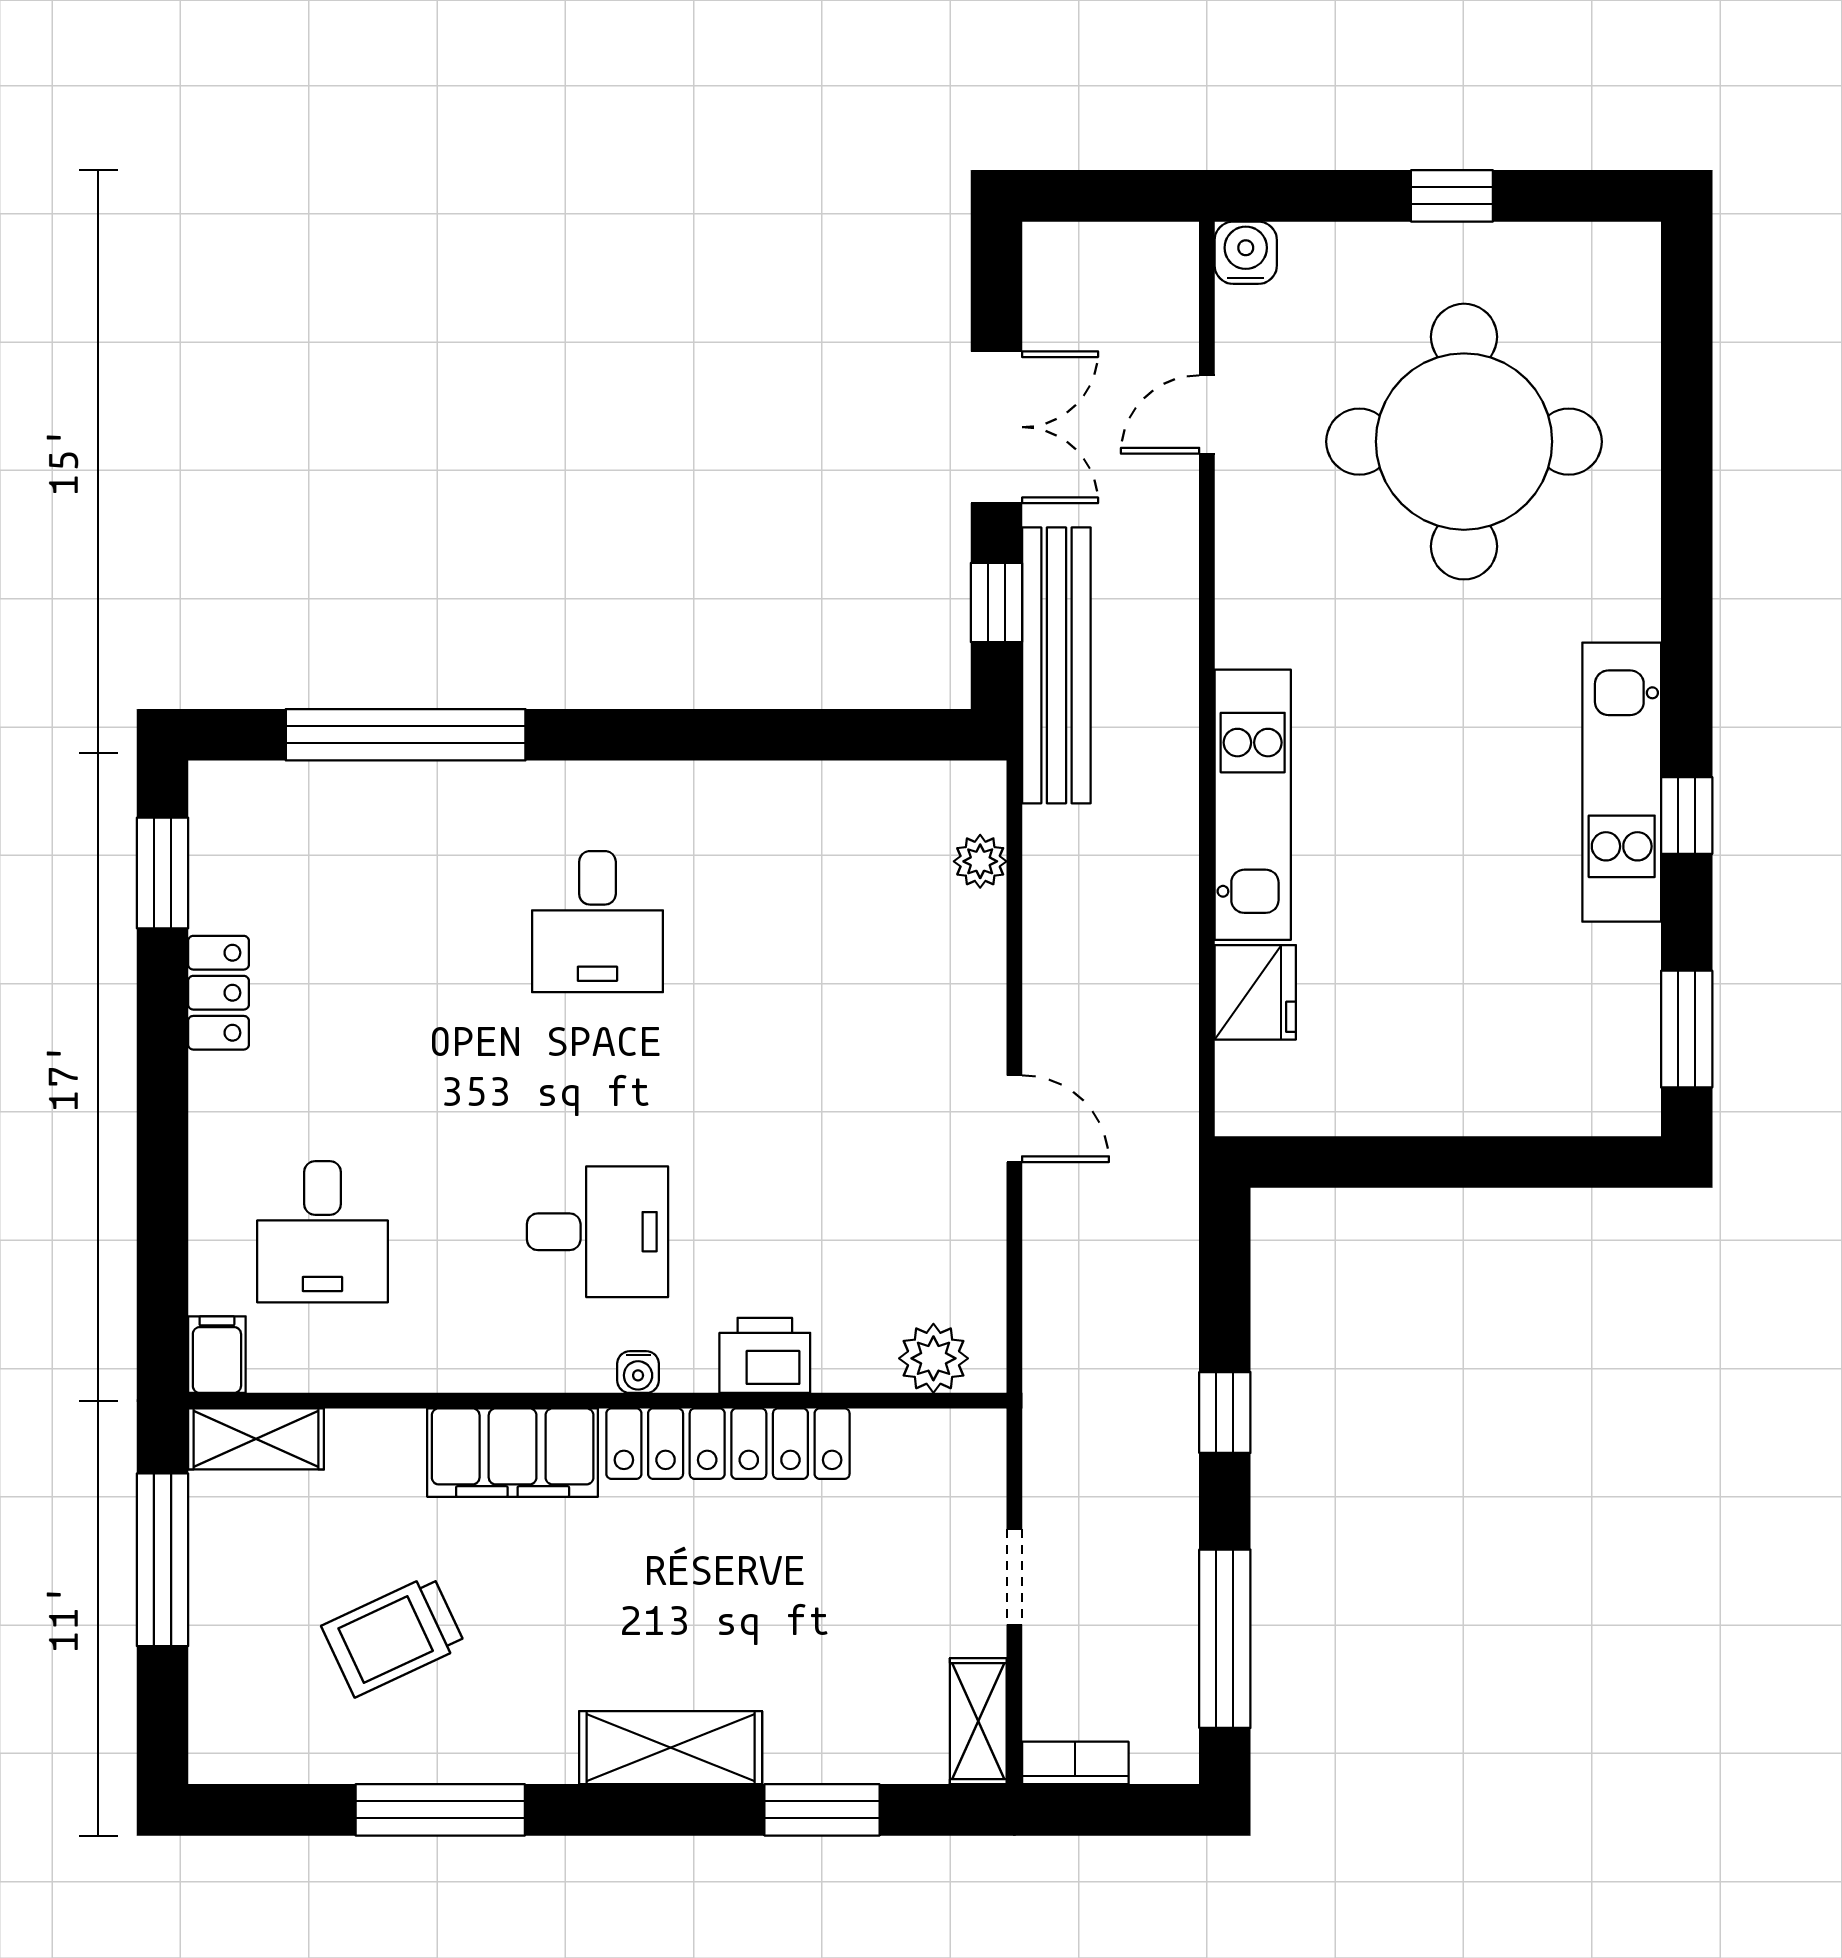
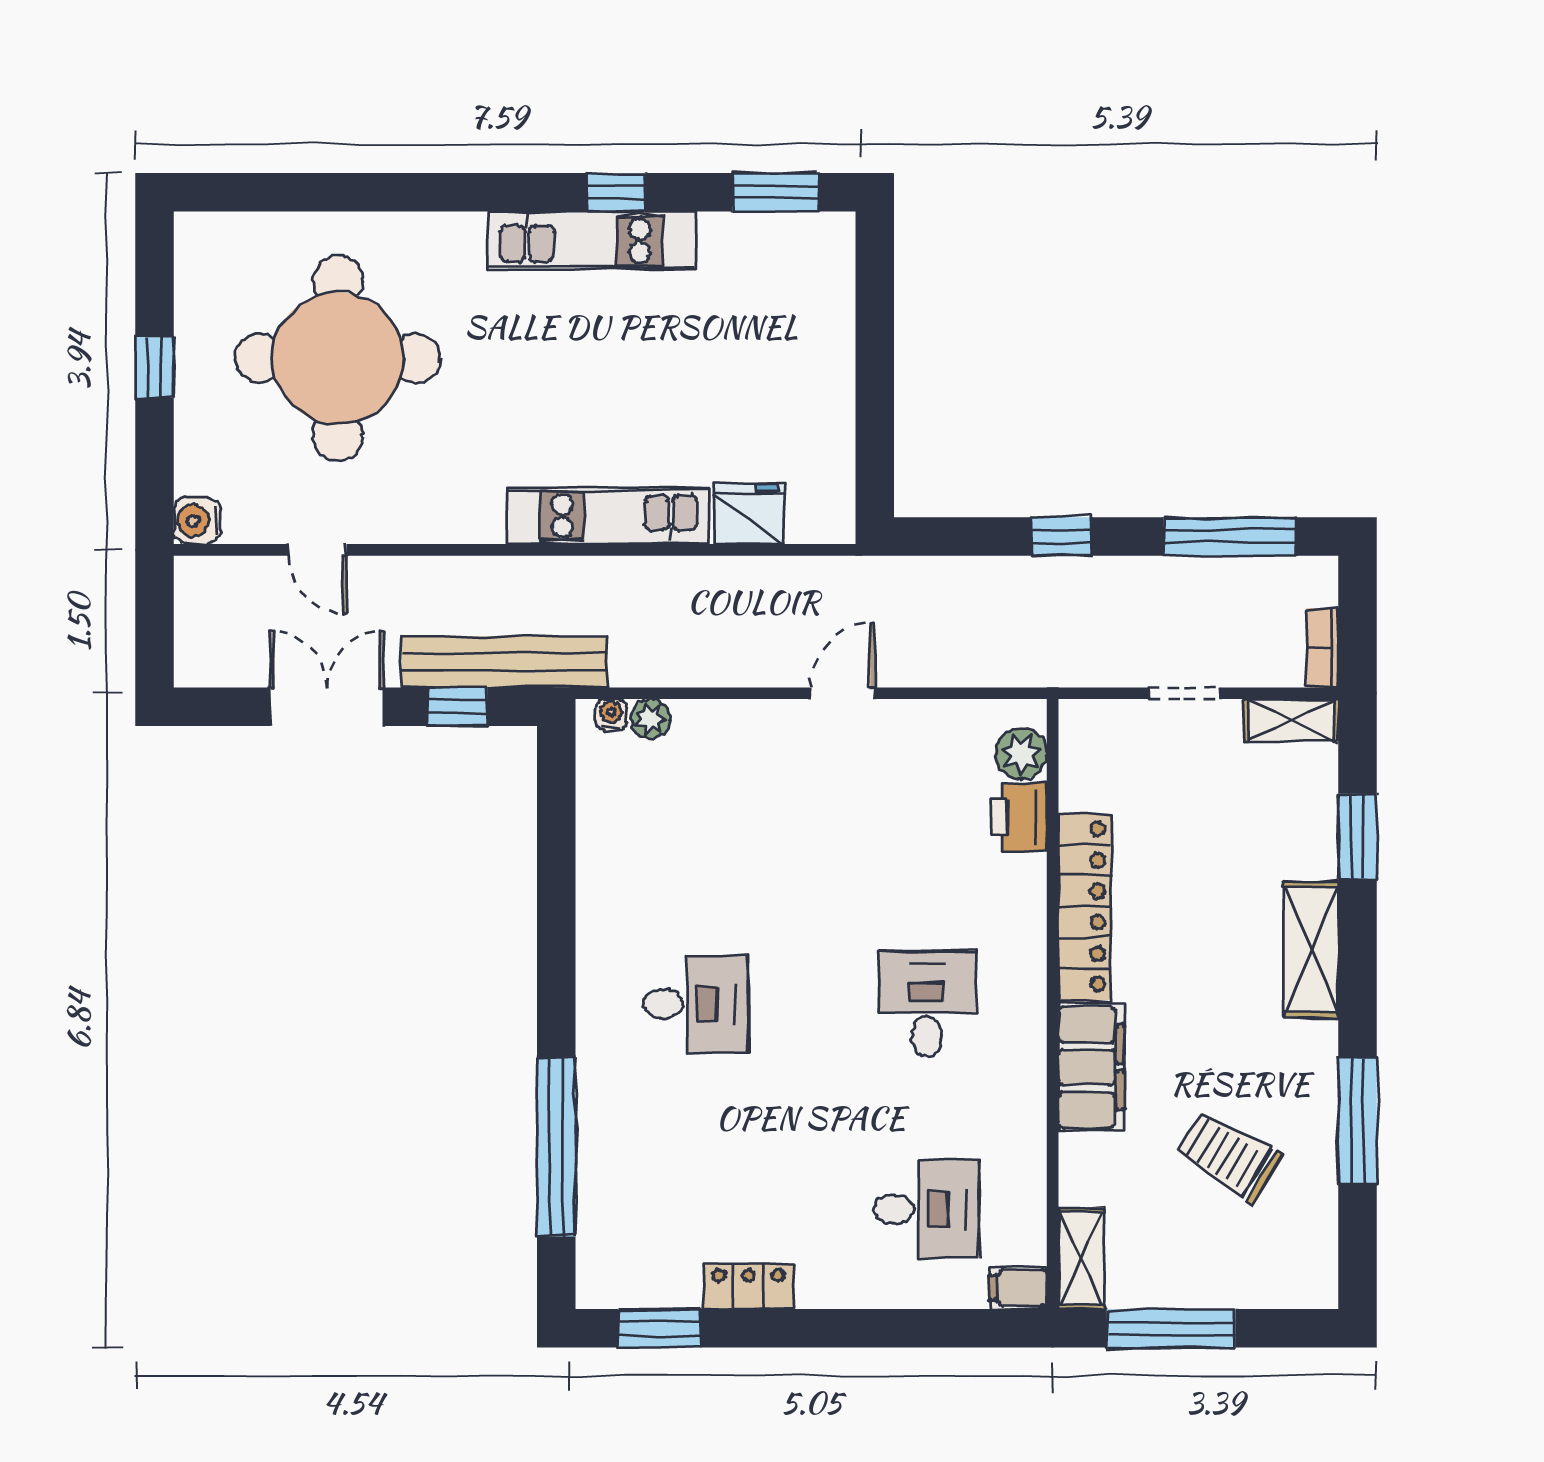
printer: (765, 1355) -> (1019, 817), moved
water cooler: (638, 1372) -> (611, 715), moved, turned -90
trolley: (393, 1636) -> (1228, 1156), turned 146

